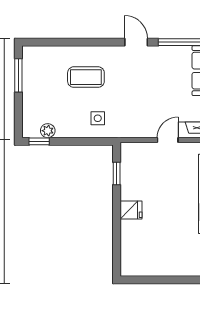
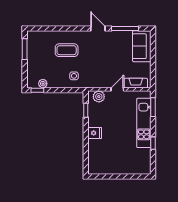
plant: (138, 151) -> (99, 97), added

